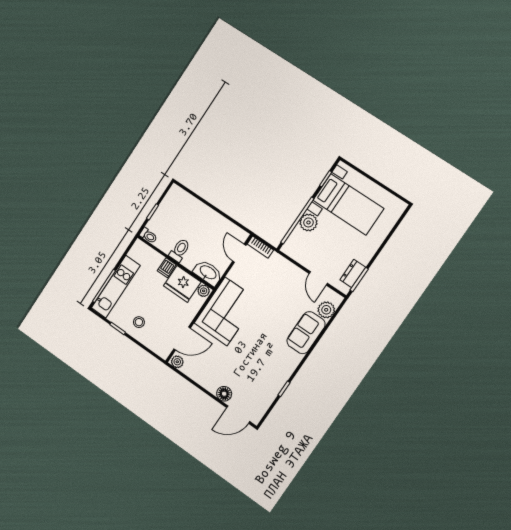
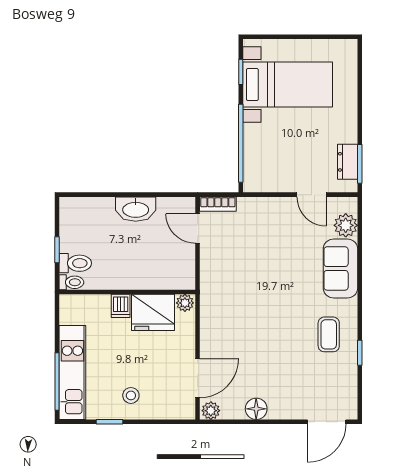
plant: (308, 222) -> (256, 137), removed
toilet: (180, 250) -> (75, 263), moved, turned 90
washbasin: (208, 273) -> (136, 209), moved, turned 180
corner sofa: (226, 311) -> (229, 309), removed
coffee table: (273, 366) -> (329, 334), added
floor lamp: (224, 394) -> (256, 409), moved

